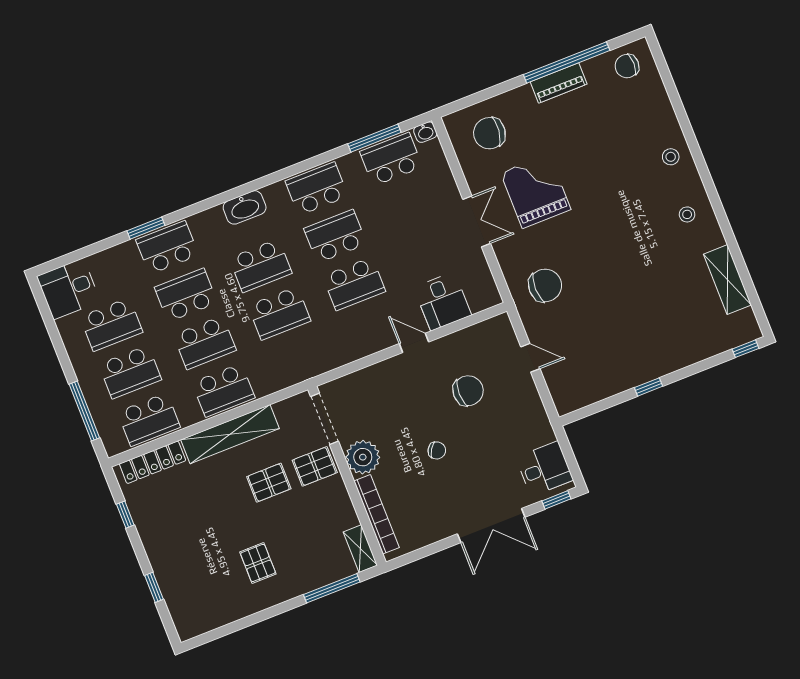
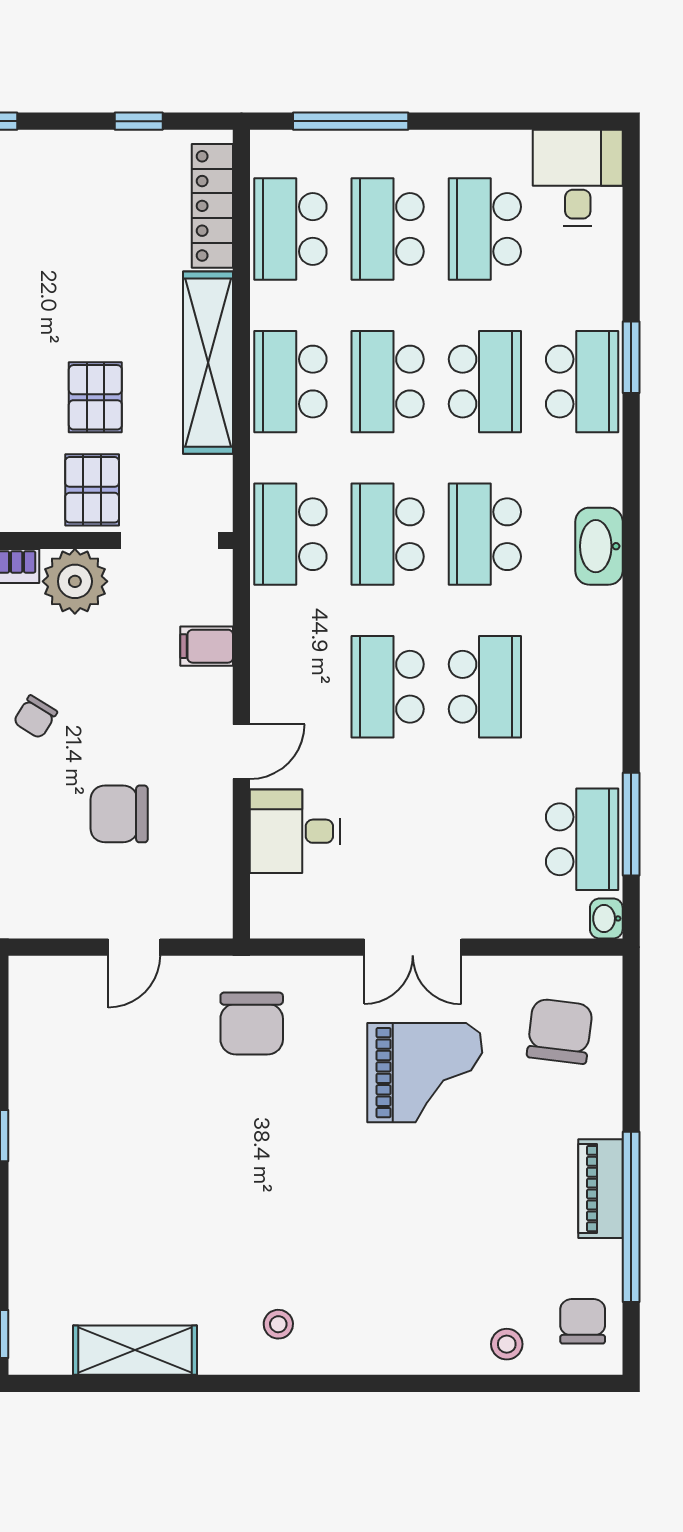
stool: (671, 157) -> (507, 1344), moved
school desk: (317, 189) -> (290, 534), moved, turned 180
filing cabinet: (369, 380) -> (207, 646), added
chair: (468, 391) -> (119, 814), turned 90

